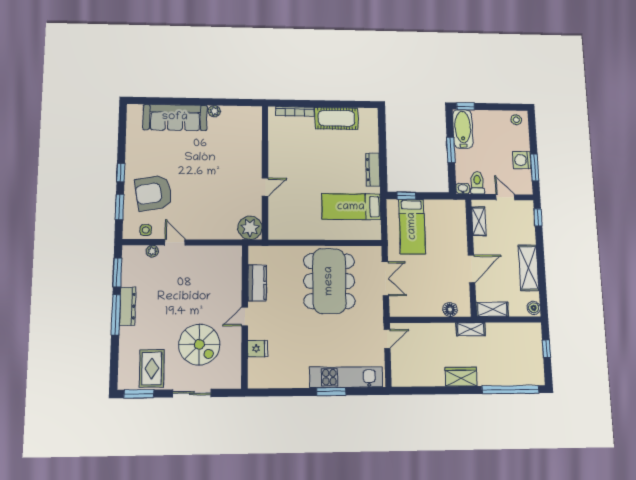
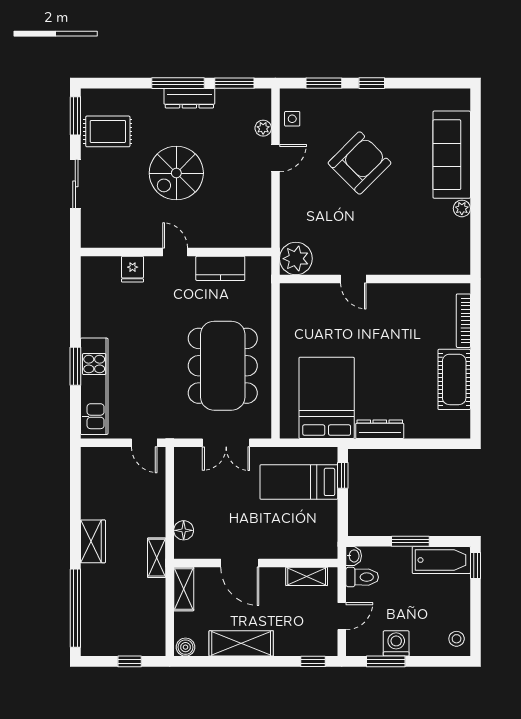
armchair: (153, 193) -> (360, 163), moved, turned 55
bed: (351, 207) -> (327, 398), width x1.50
dining table: (329, 281) -> (223, 366), turned 90
spiral stairs: (199, 344) -> (176, 173), moved

